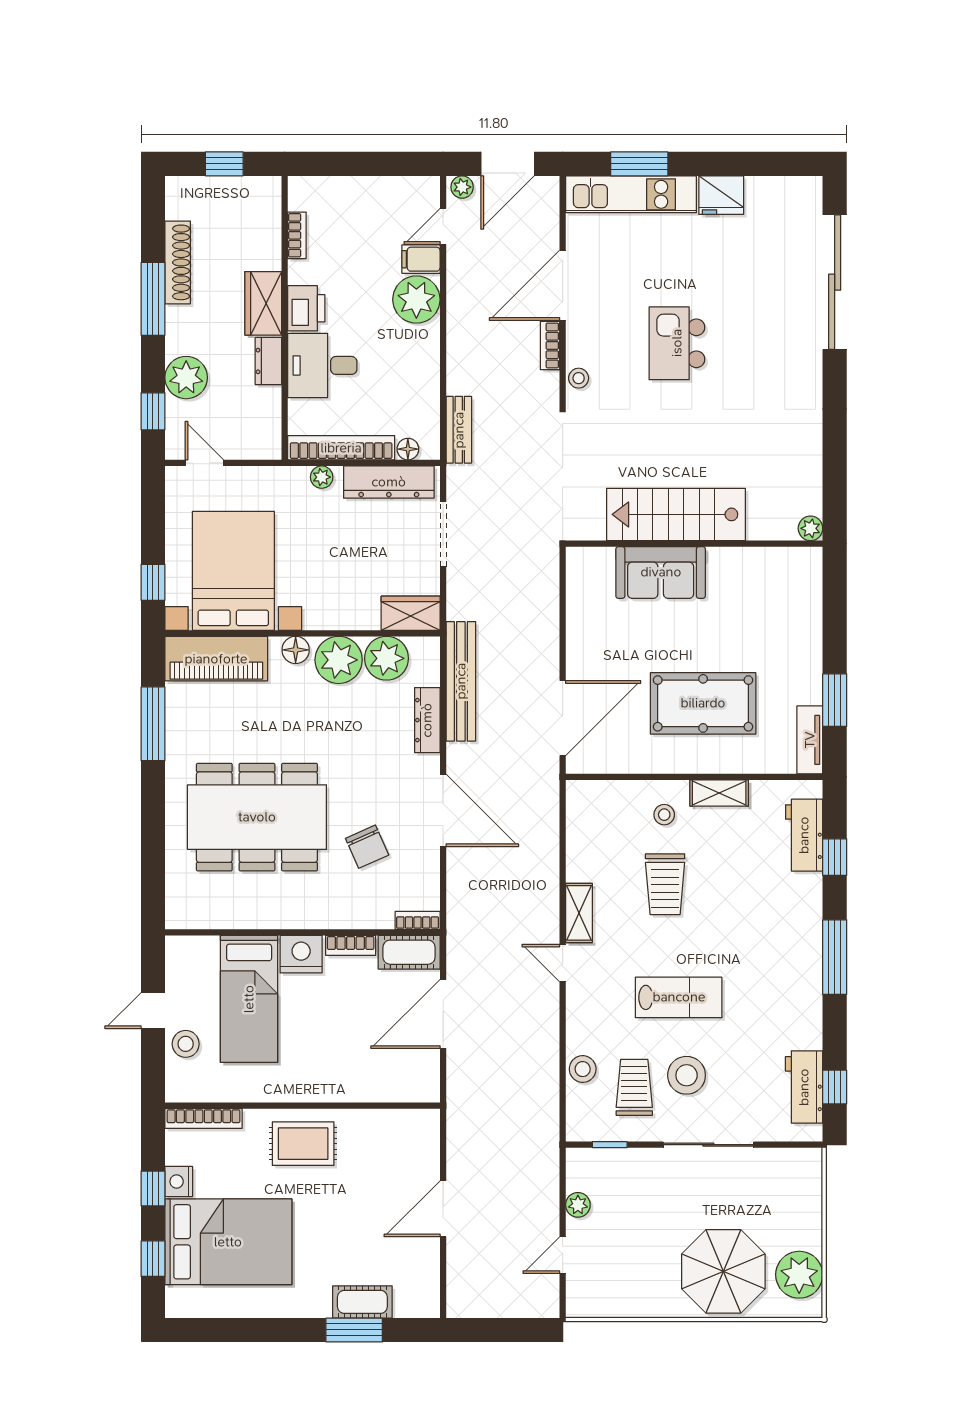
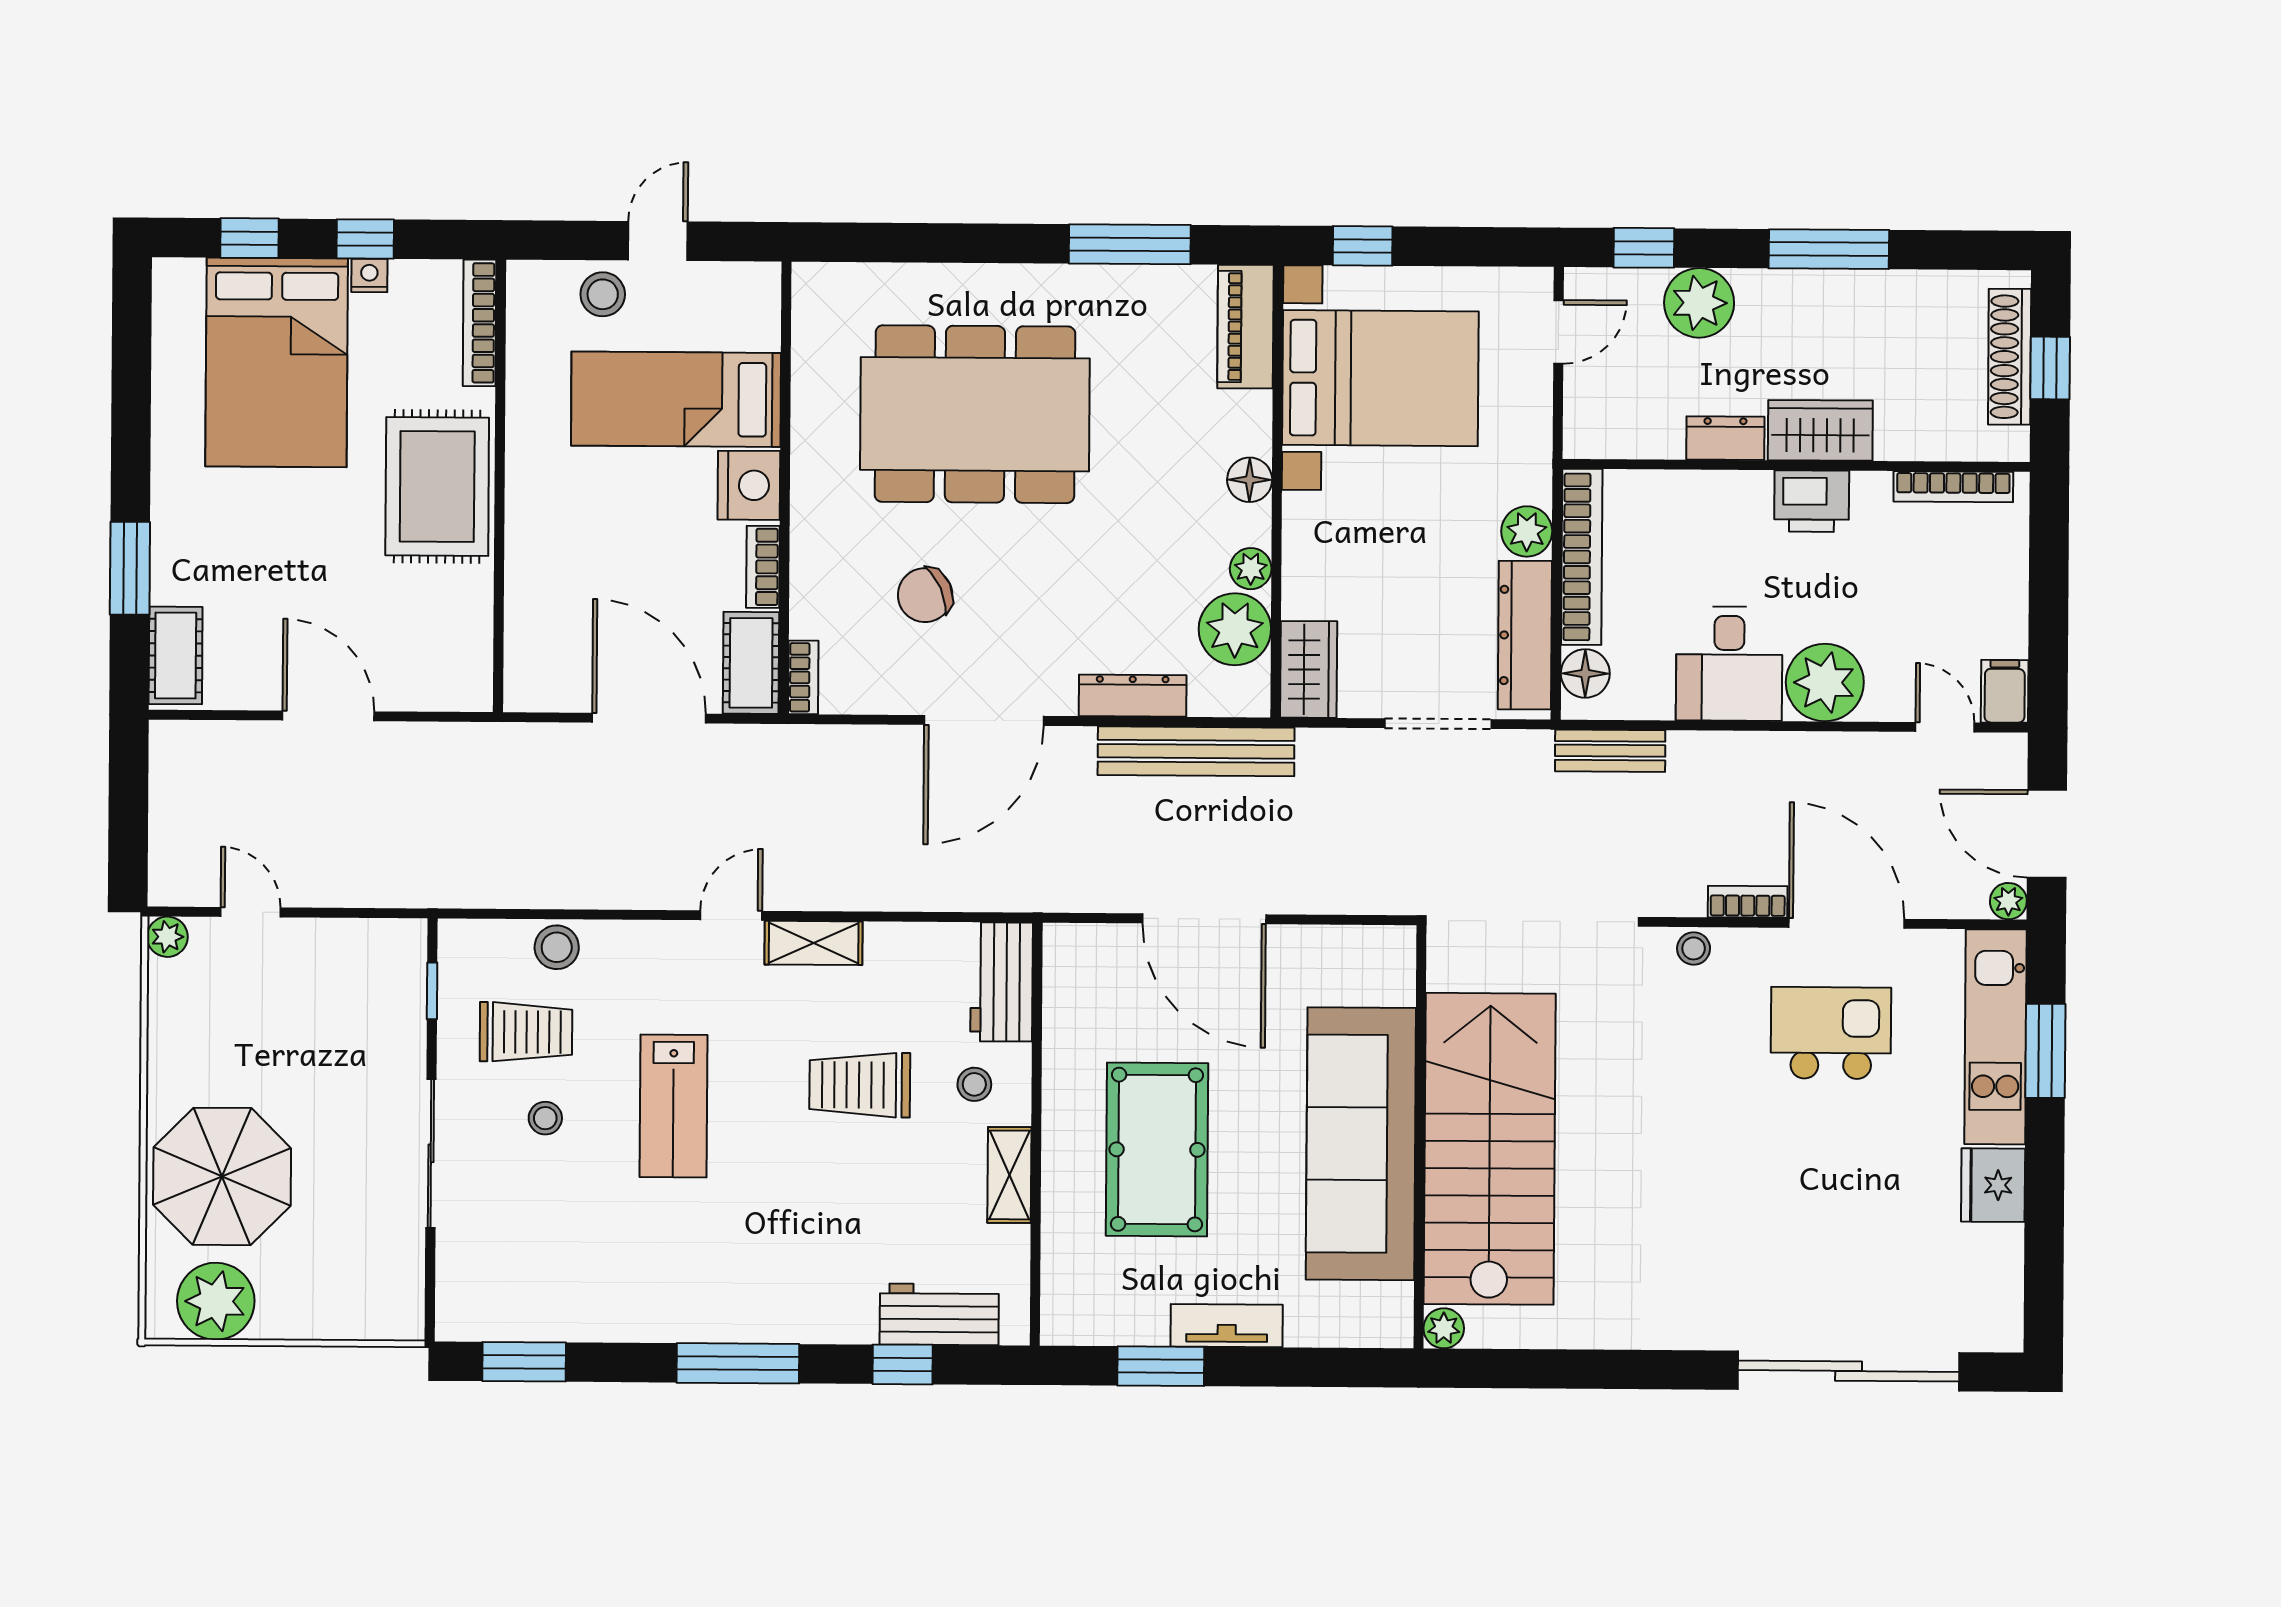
plant: (462, 187) -> (2008, 901), moved
bookcase: (297, 235) -> (1953, 487), width x1.56
filing cabinet: (421, 259) -> (2005, 691), moved
shoe rack: (178, 262) -> (2010, 357), moved, turned 90
kitchen island: (677, 343) -> (1831, 1033), moved
desk: (322, 365) -> (1729, 664), moved, turned 180
floor lamp: (408, 449) -> (1585, 673), width x1.37, depth x1.37
plant: (322, 477) -> (1527, 531), width x1.38, depth x1.38
stairs: (676, 514) -> (1490, 1149), width x1.36, depth x1.51
sofa: (661, 572) -> (1361, 1144), width x1.85, depth x1.27
piano: (216, 659) -> (1245, 327), width x0.73, depth x0.75
plant: (339, 660) -> (1251, 569), width x0.53, depth x0.53
door: (563, 718) -> (1204, 919), moved
tv unit: (810, 740) -> (1227, 1326), moved
dining table: (257, 817) -> (975, 414), turned 90
door: (153, 1011) -> (658, 241), hinge flipped
stool: (687, 1075) -> (545, 1118), width x0.53, depth x0.53
workbench: (804, 1087) -> (1002, 982), moved, turned -90
window: (835, 1087) -> (524, 1362), width x1.50
rug: (303, 1144) -> (437, 486), width x1.36, depth x1.43
nightstand: (179, 1182) -> (369, 275), width x0.72, depth x0.74
plant: (578, 1205) -> (167, 937), moved
cot: (362, 1302) -> (176, 655), moved

